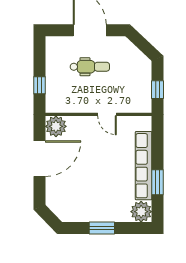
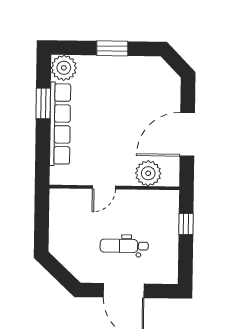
window: (158, 90) -> (42, 217), removed
door: (107, 114) -> (104, 187), swing flipped
plant: (56, 126) -> (148, 173), moved

